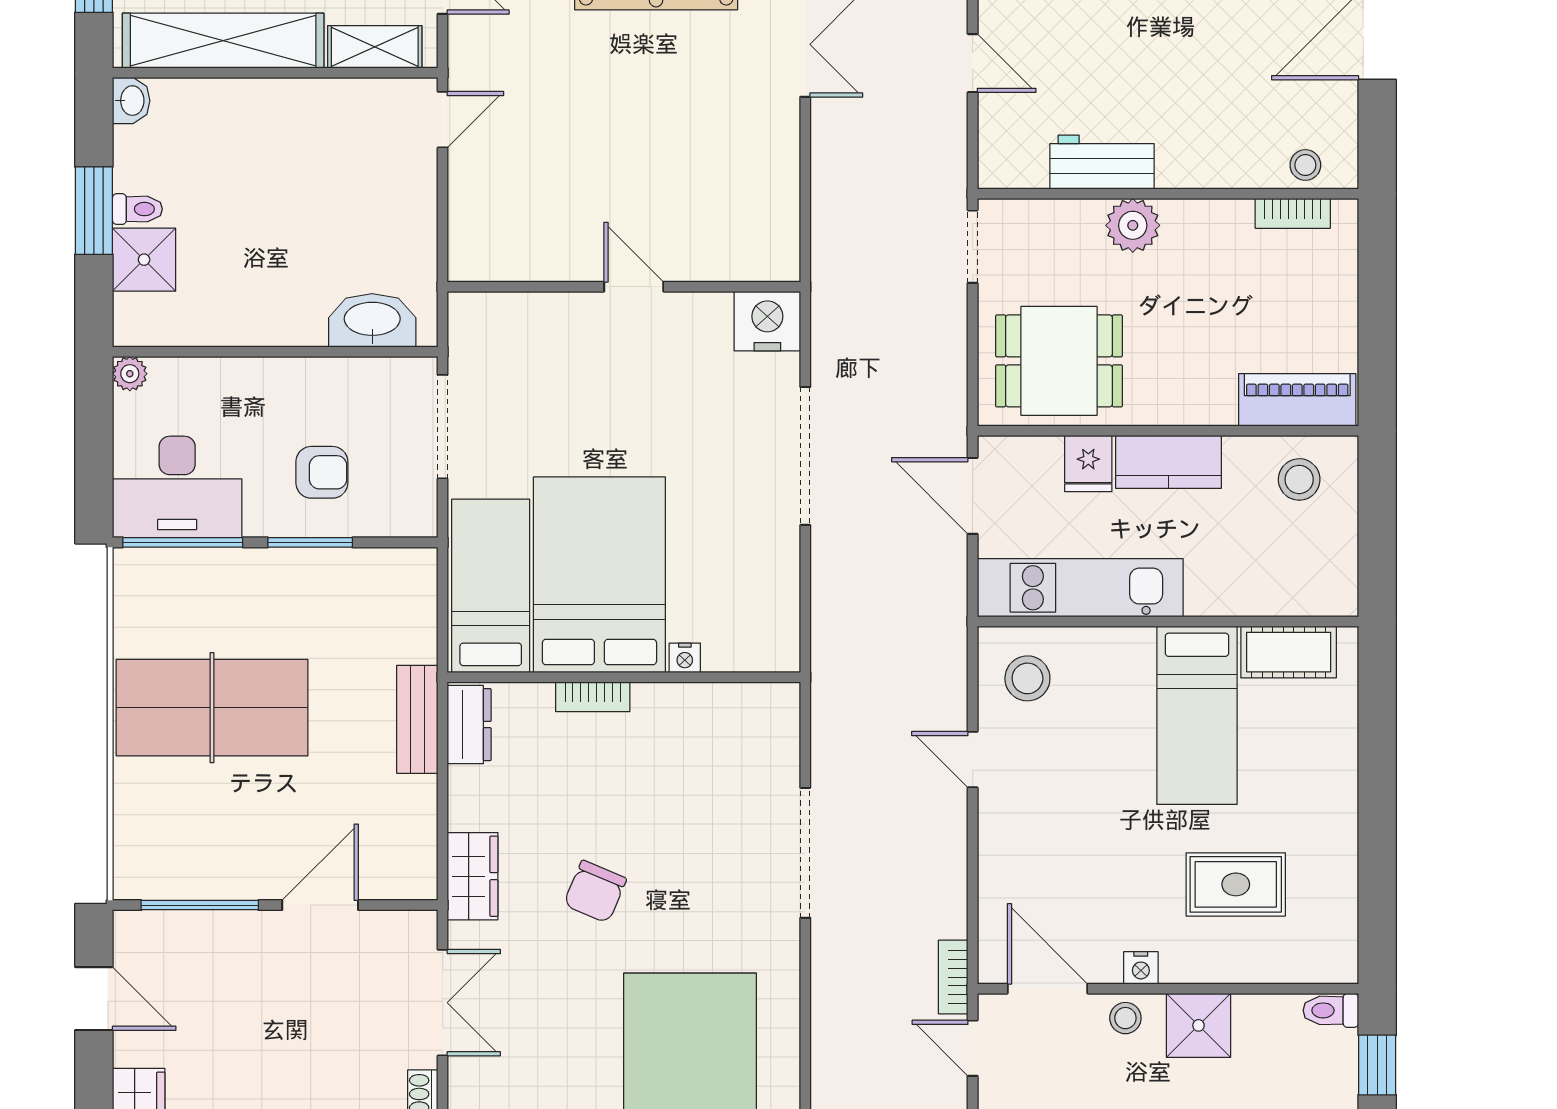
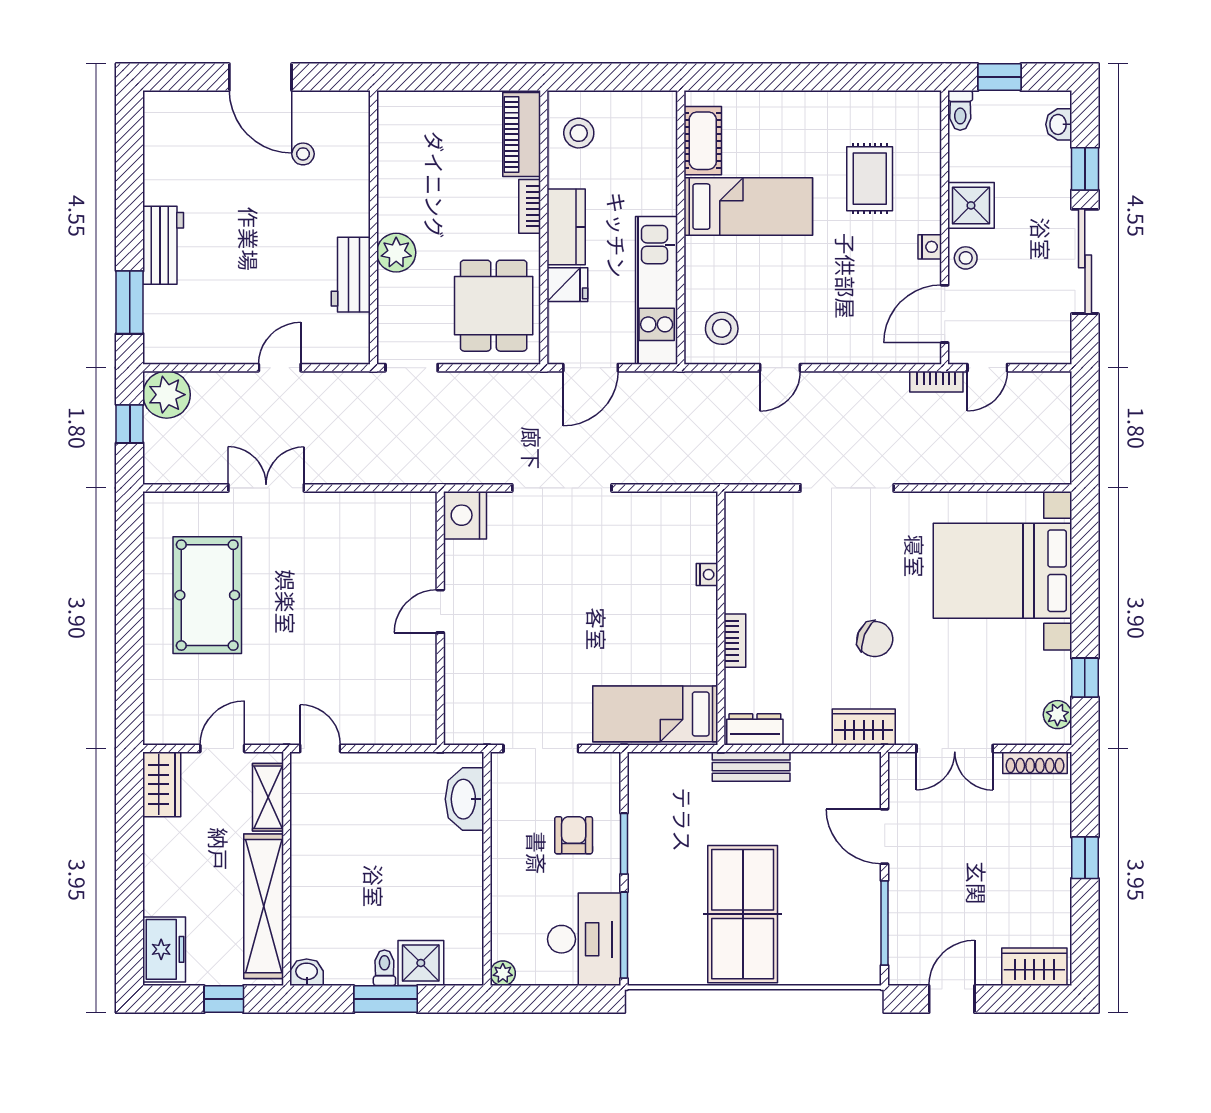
stool: (1305, 165) -> (303, 154), moved
bookcase: (1293, 213) -> (530, 206), moved, turned 180
bed: (599, 575) -> (647, 636), removed
double door: (443, 1003) -> (955, 748), swing flipped

